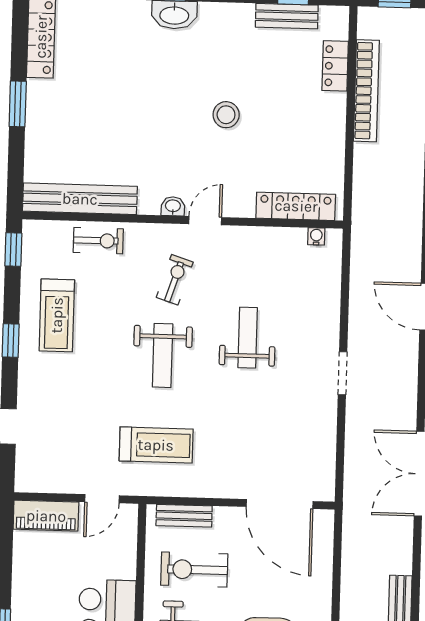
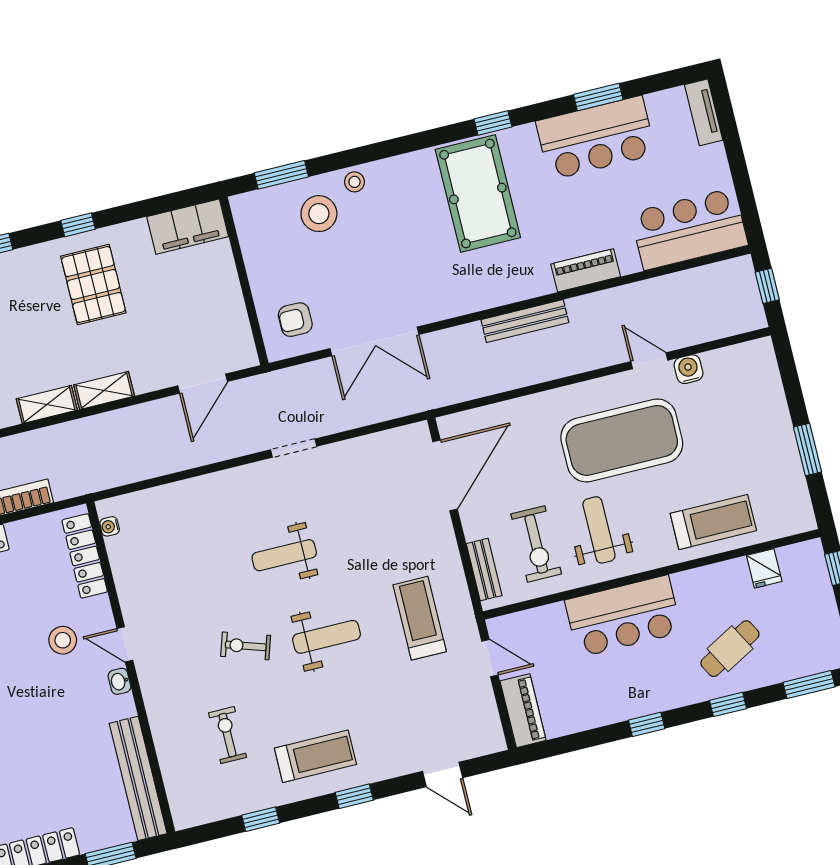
bench: (80, 199) -> (138, 778), moved
washbasin: (173, 206) -> (119, 681), moved
locker: (296, 206) -> (85, 556), moved
wall: (183, 220) -> (131, 667), moved
door: (205, 221) -> (125, 644), moved
water cooler: (316, 236) -> (110, 526), moved

